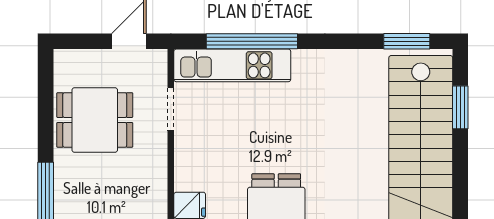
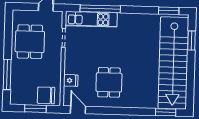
dining table: (95, 120) -> (30, 42), turned 90

